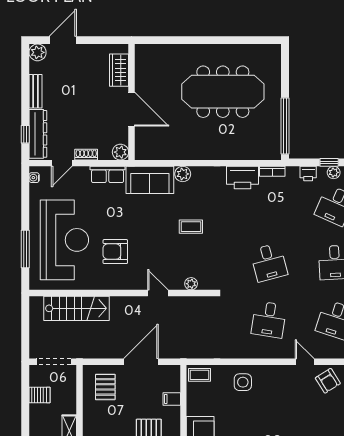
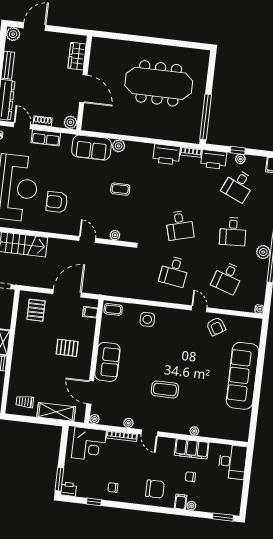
door: (62, 163) -> (22, 126), swing flipped
printer: (308, 173) -> (214, 159), width x1.87, depth x1.48
row of seats: (108, 174) -> (46, 138), moved
filing cabinet: (172, 399) -> (90, 312), moved

